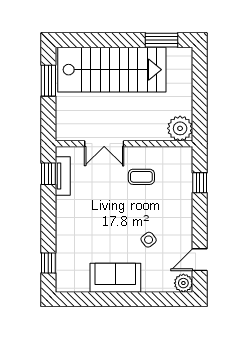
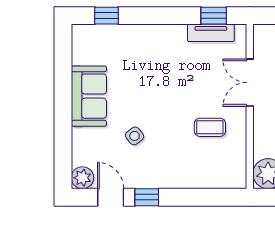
coffee table: (141, 177) -> (210, 127), turned 90
window: (200, 183) -> (147, 197), moved

